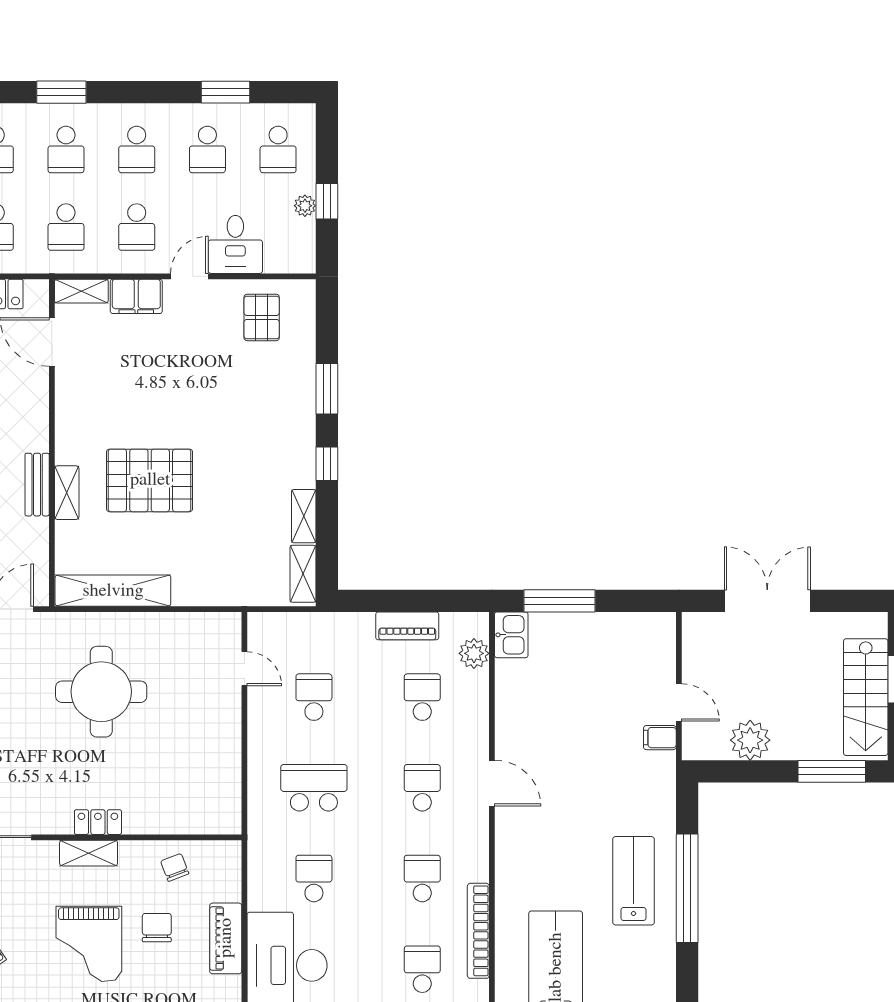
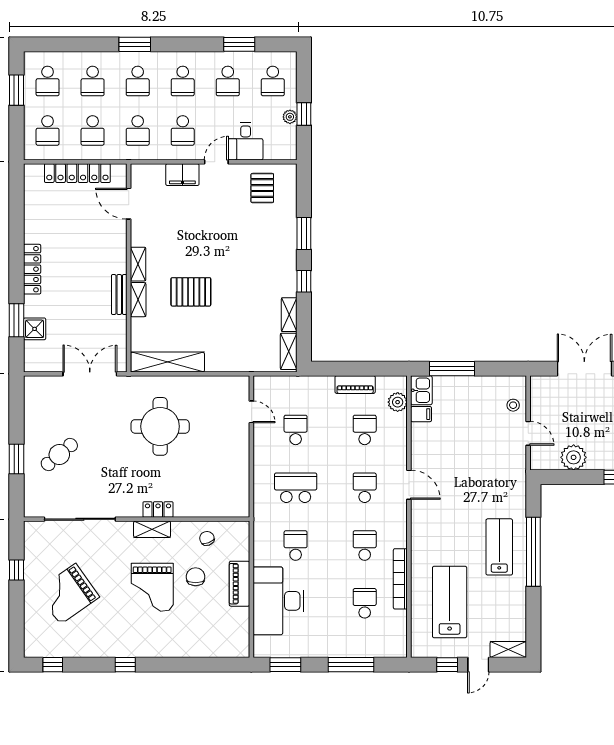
shelving: (81, 291) -> (138, 264), moved, turned 90
pallet: (150, 480) -> (191, 292), width x0.73, depth x0.71
stool: (655, 658) -> (513, 405), added
filing cabinet: (660, 738) -> (421, 414), moved, turned 180

